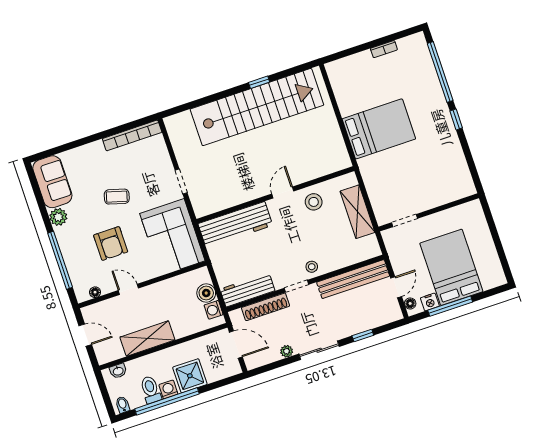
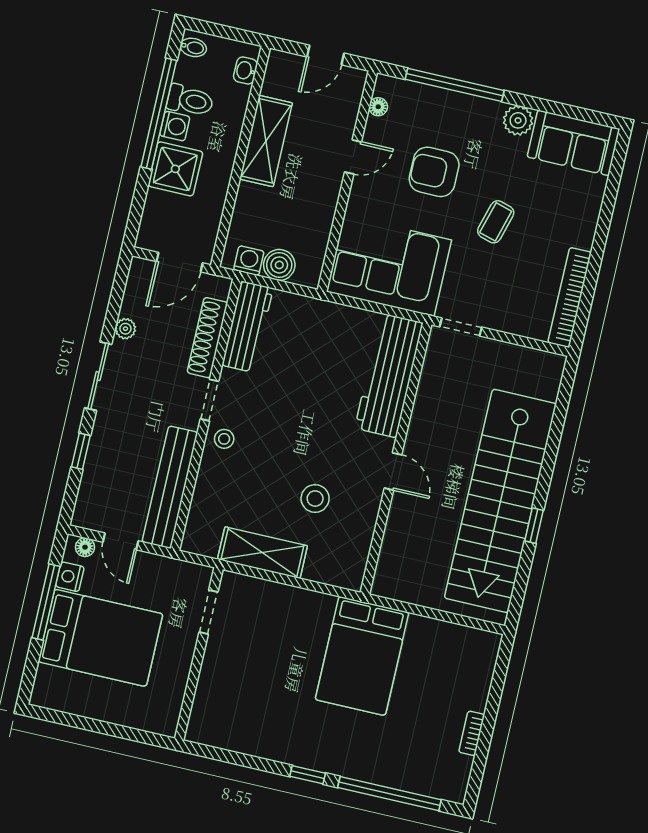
door: (283, 192) -> (393, 471), moved
wall: (275, 195) -> (396, 459), moved
workbench: (235, 225) -> (389, 375), moved

